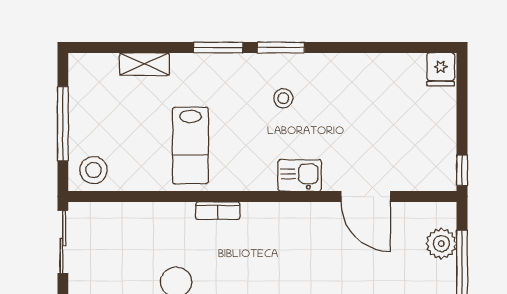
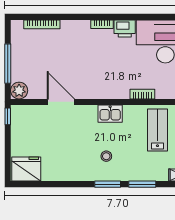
fridge: (441, 69) -> (26, 169), width x1.88, depth x1.34
kitchen sink: (300, 175) -> (110, 114), moved
plant: (441, 244) -> (19, 91), moved

